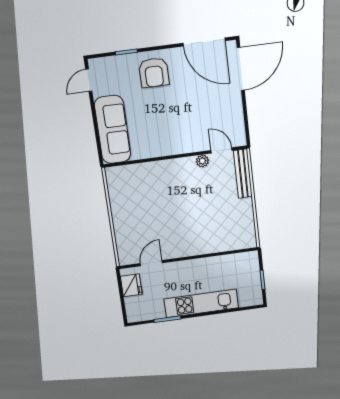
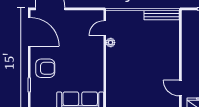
door: (204, 42) -> (29, 32), hinge flipped
bench: (243, 174) -> (162, 15), moved

